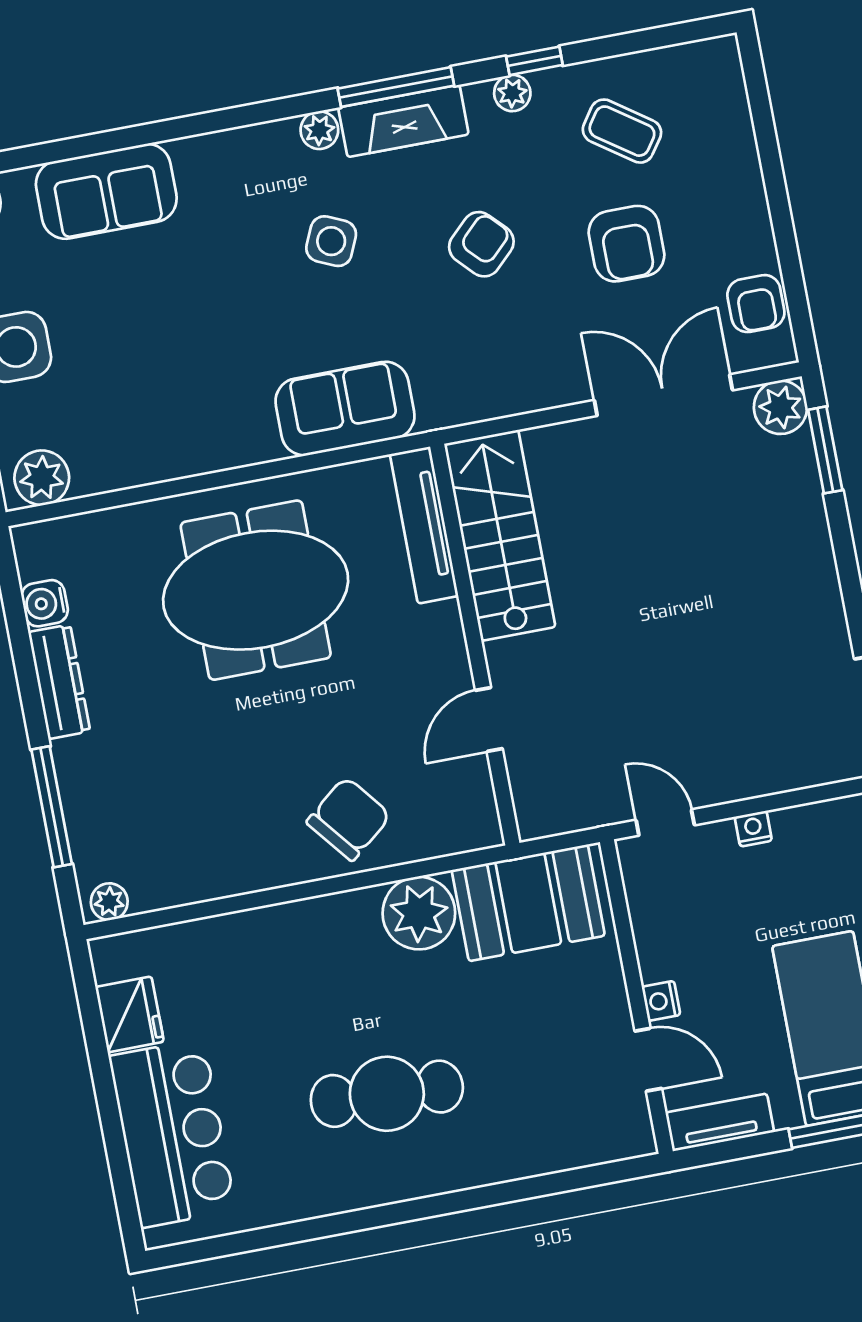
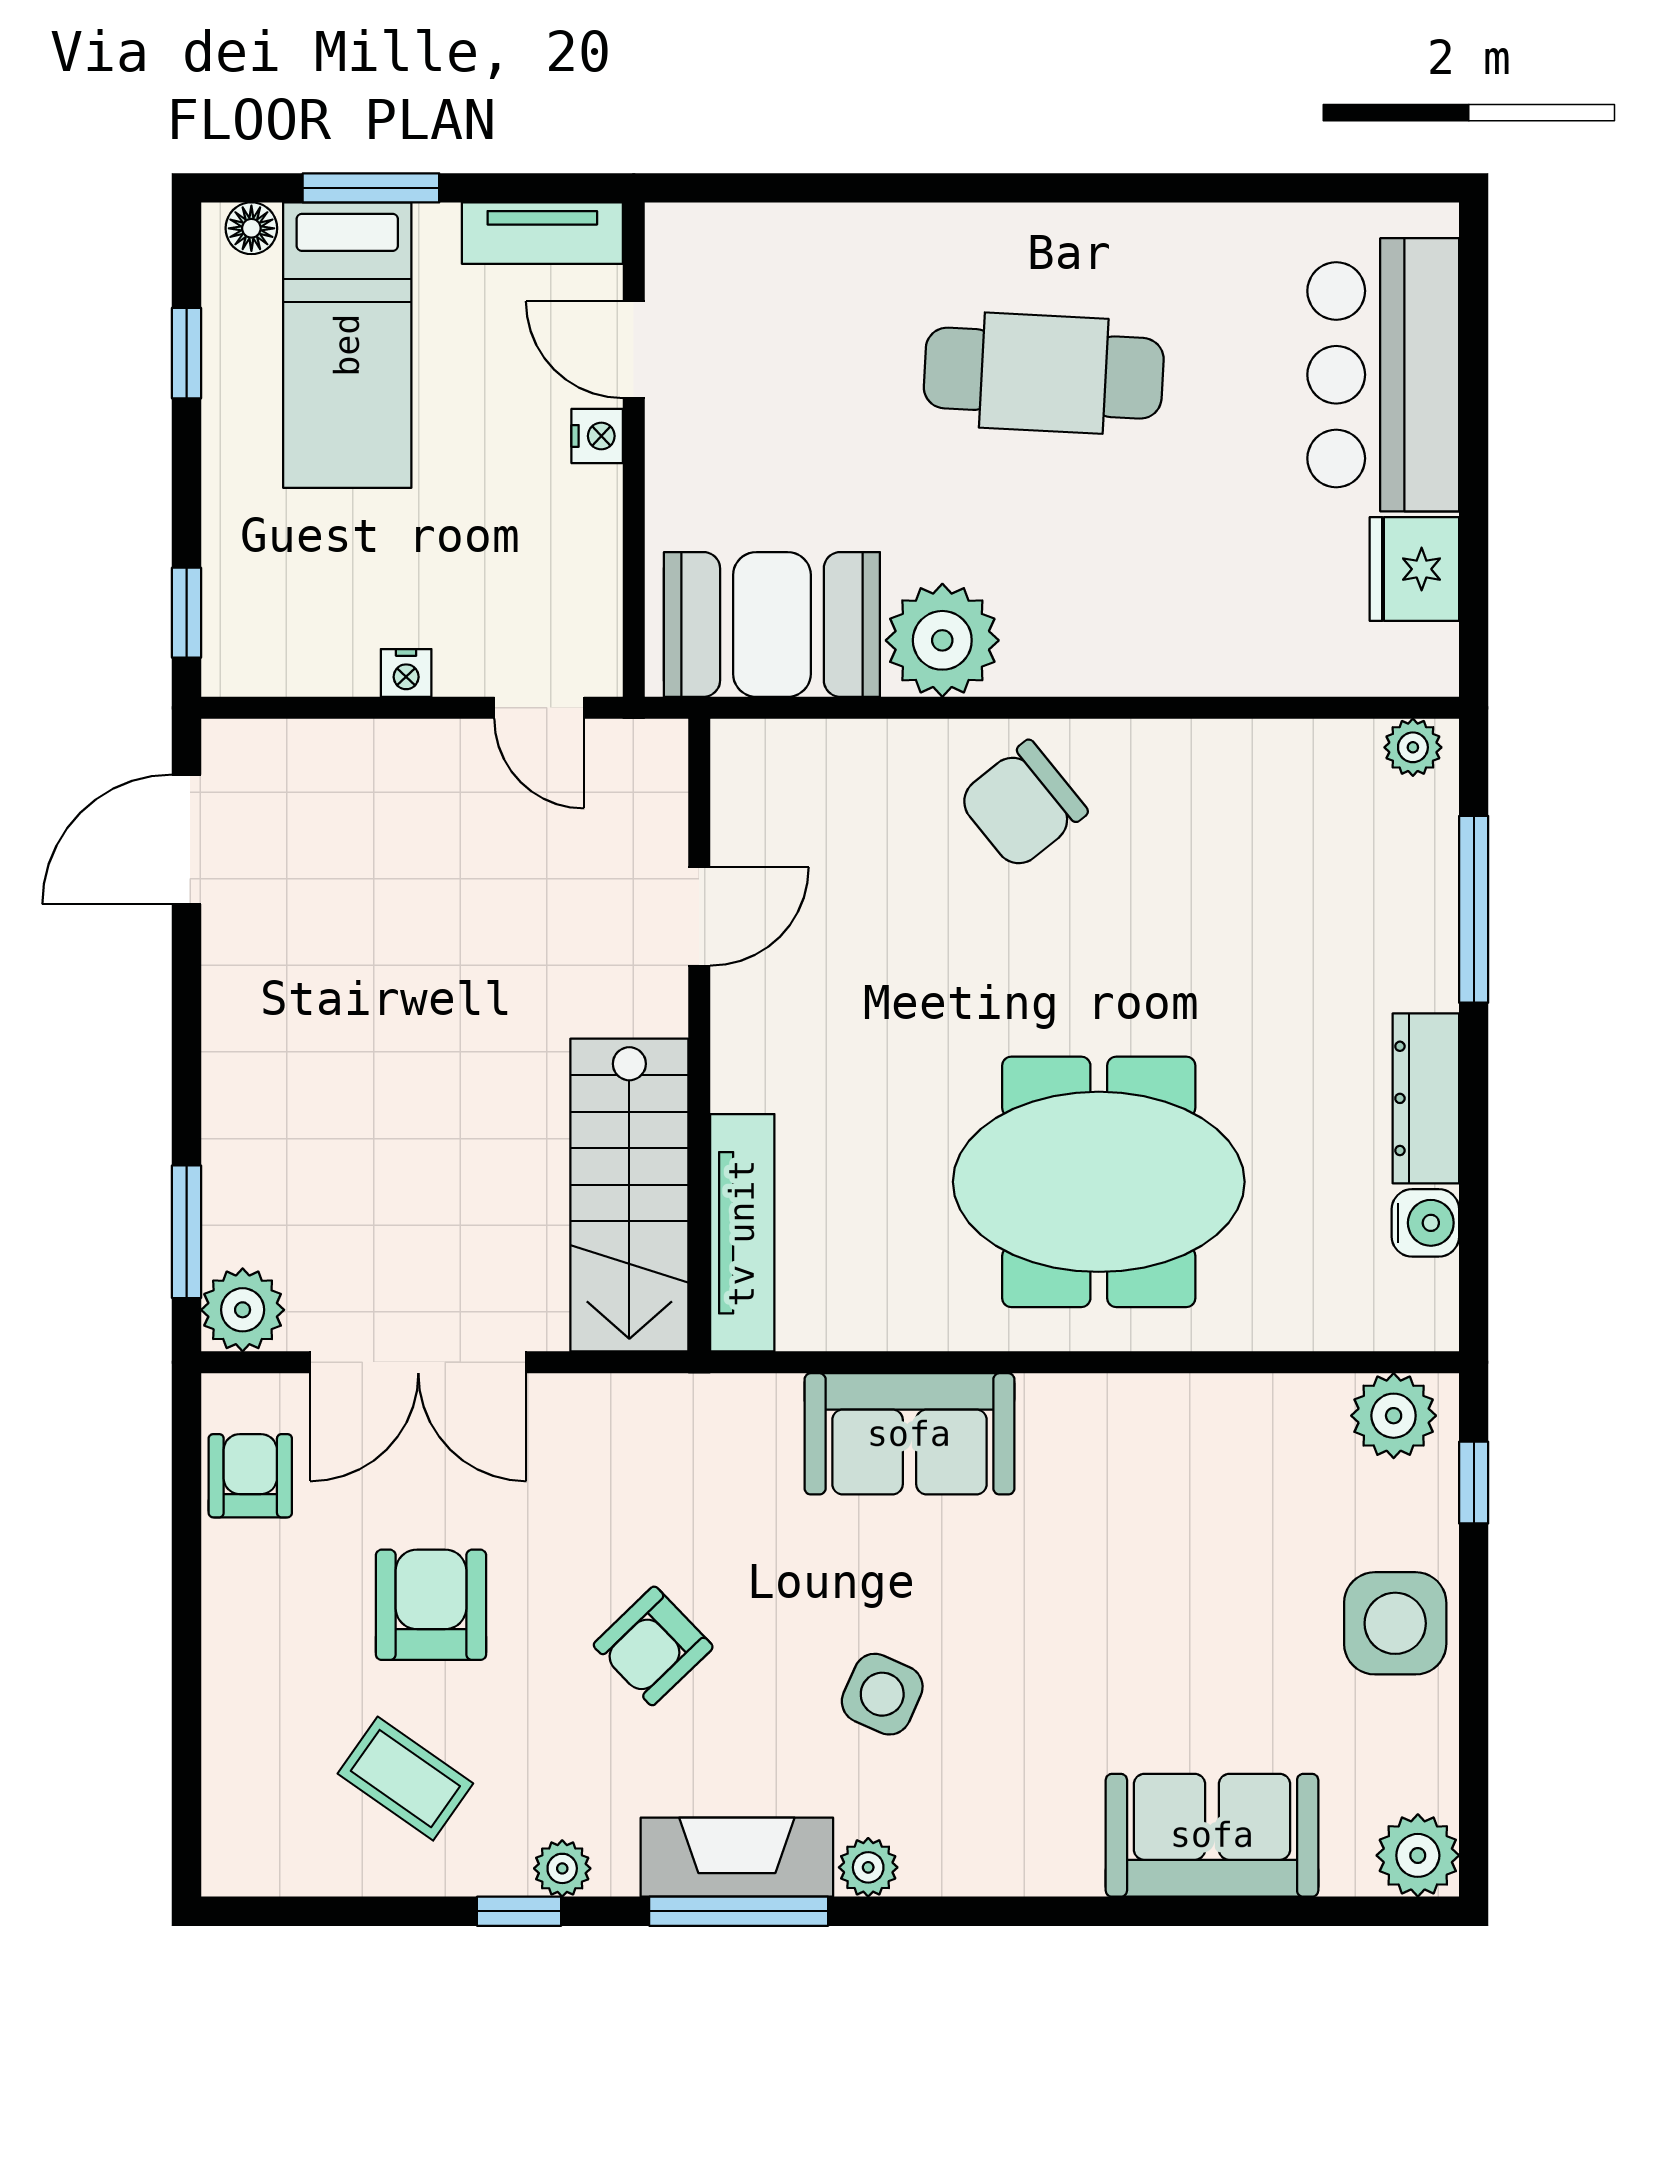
tv unit: (424, 525) -> (742, 1233), moved
stairs: (500, 535) -> (629, 1195), moved
wall: (475, 645) -> (699, 1035), moved
door: (489, 720) -> (699, 916), moved

